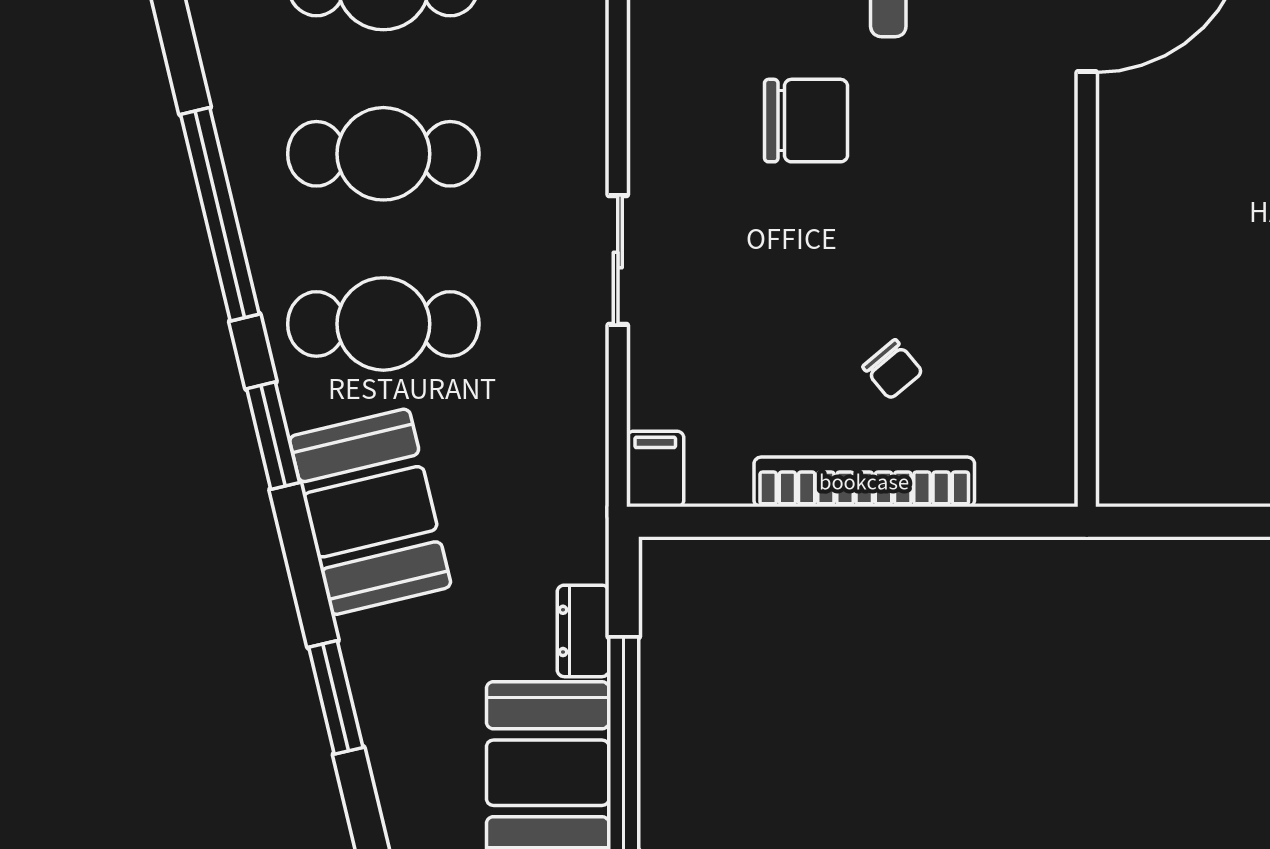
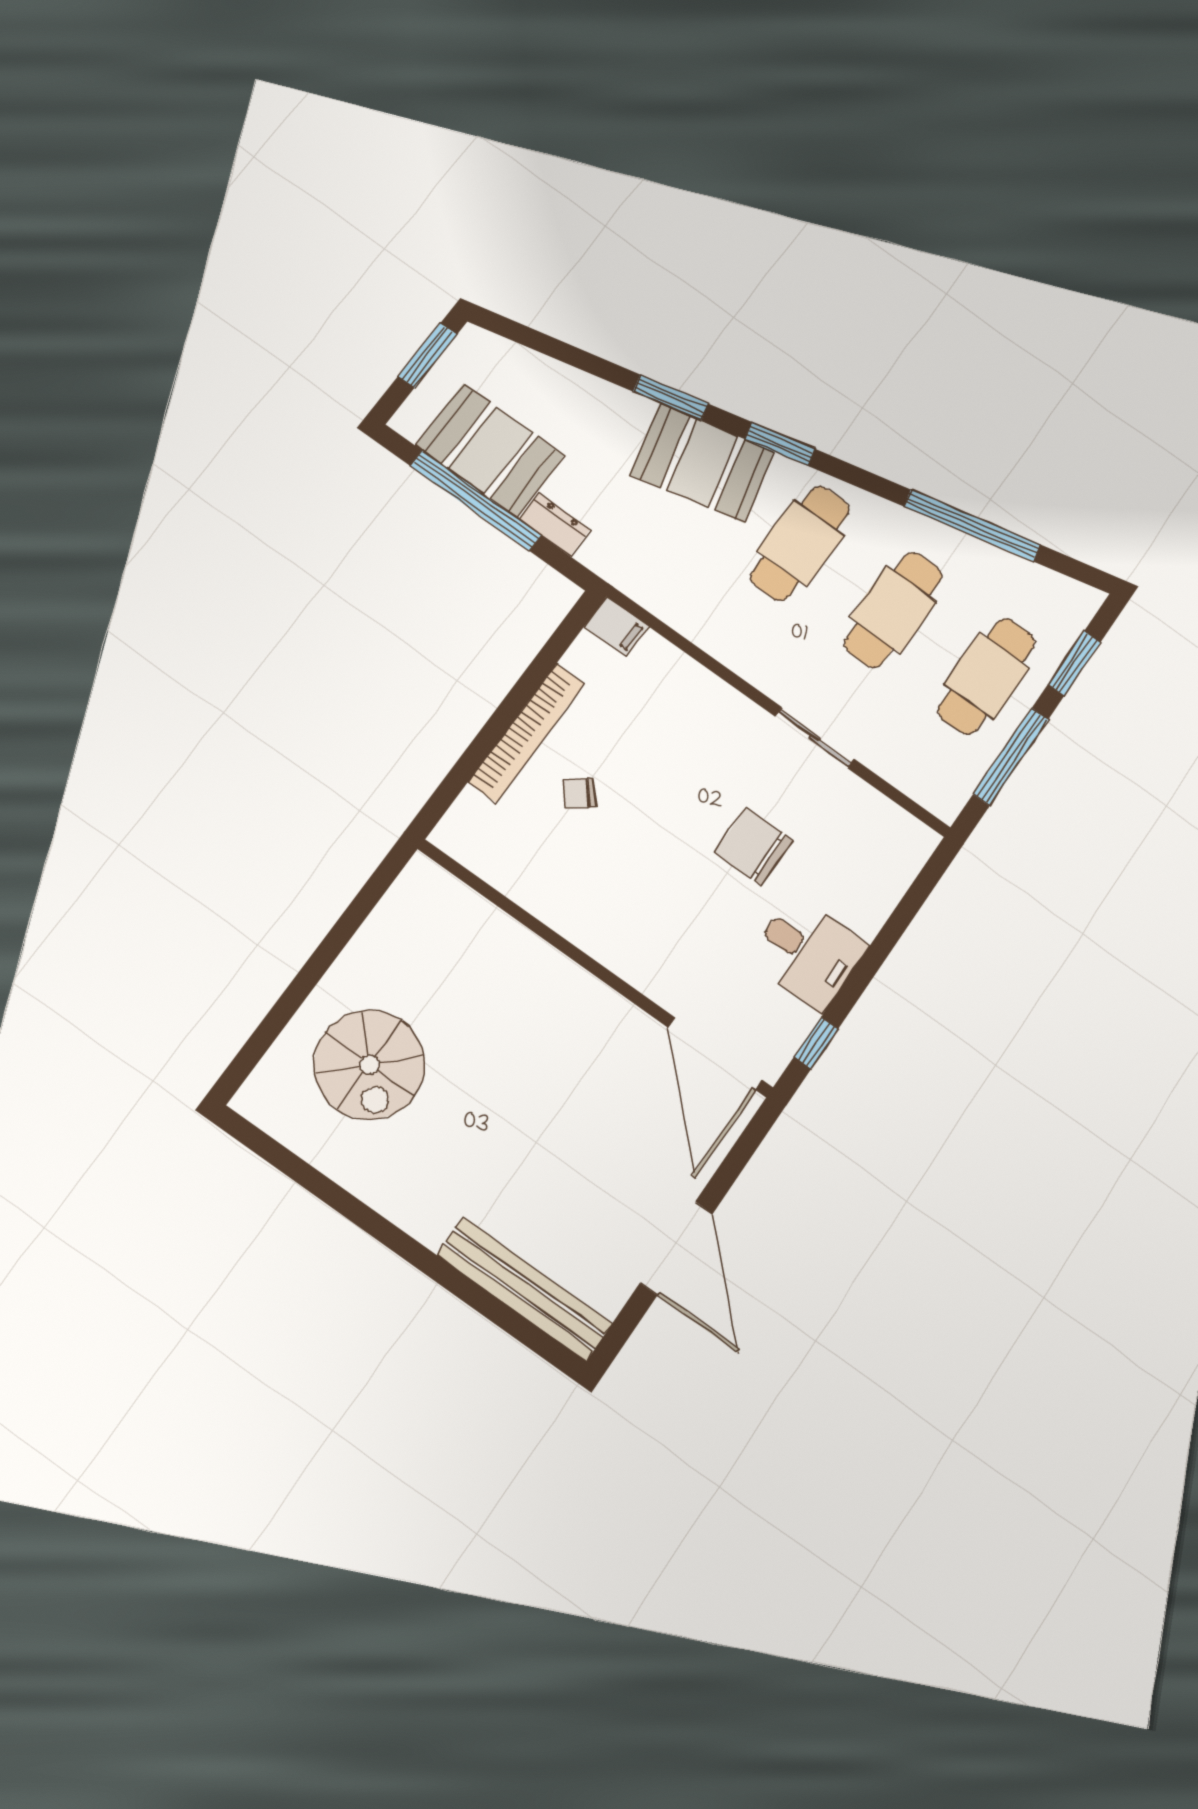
chair: (806, 121) -> (754, 847), turned 90
window: (220, 214) -> (972, 526), moved
sliding door: (618, 260) -> (815, 738), moved
window: (336, 697) -> (671, 398), moved

